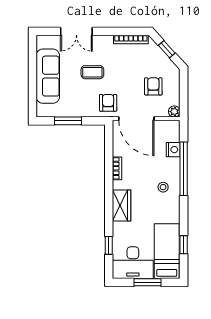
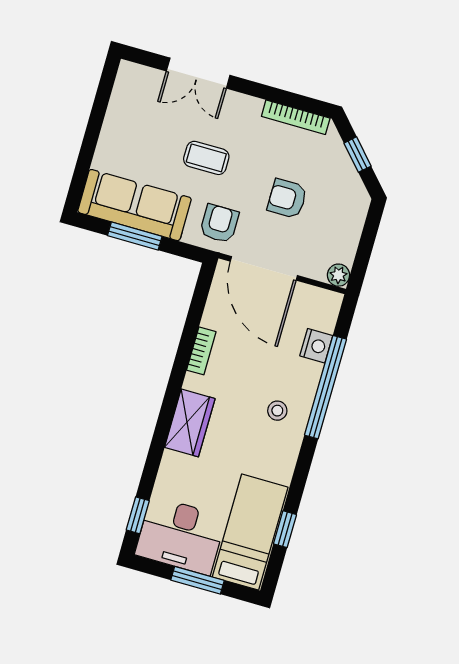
sofa: (48, 76) -> (135, 205), moved, turned -90
armchair: (153, 86) -> (287, 199), moved, turned -90
window: (109, 245) -> (138, 515), moved

